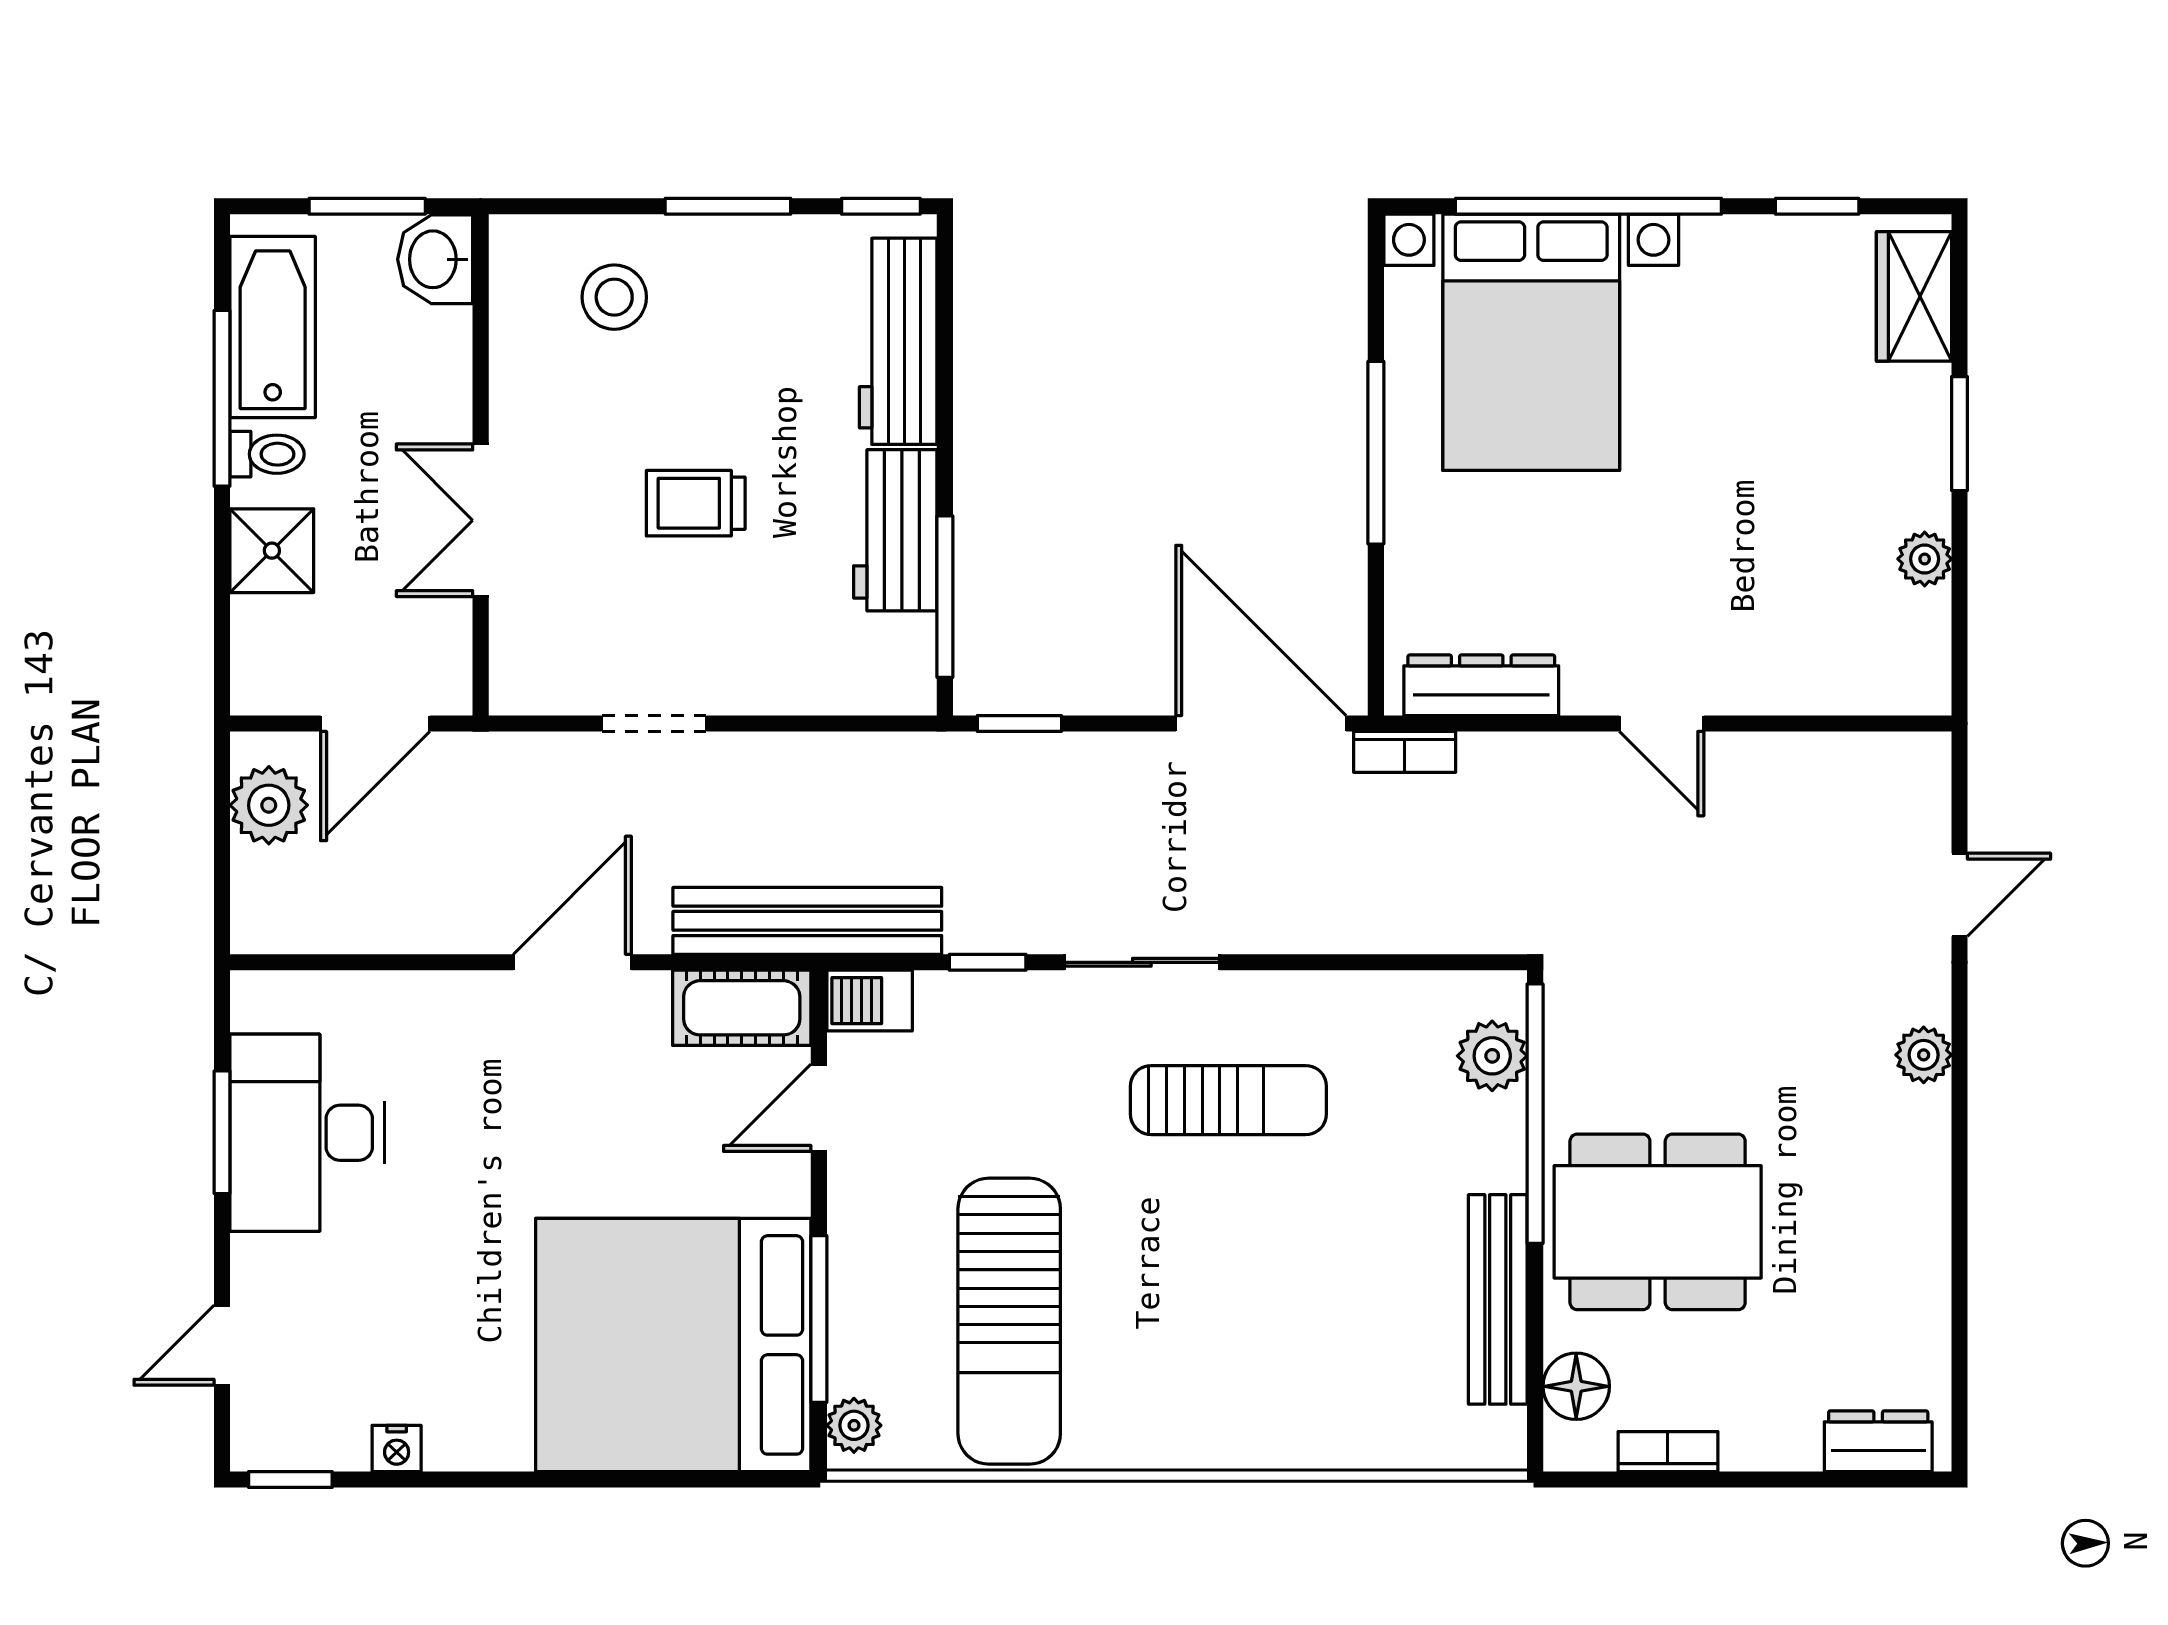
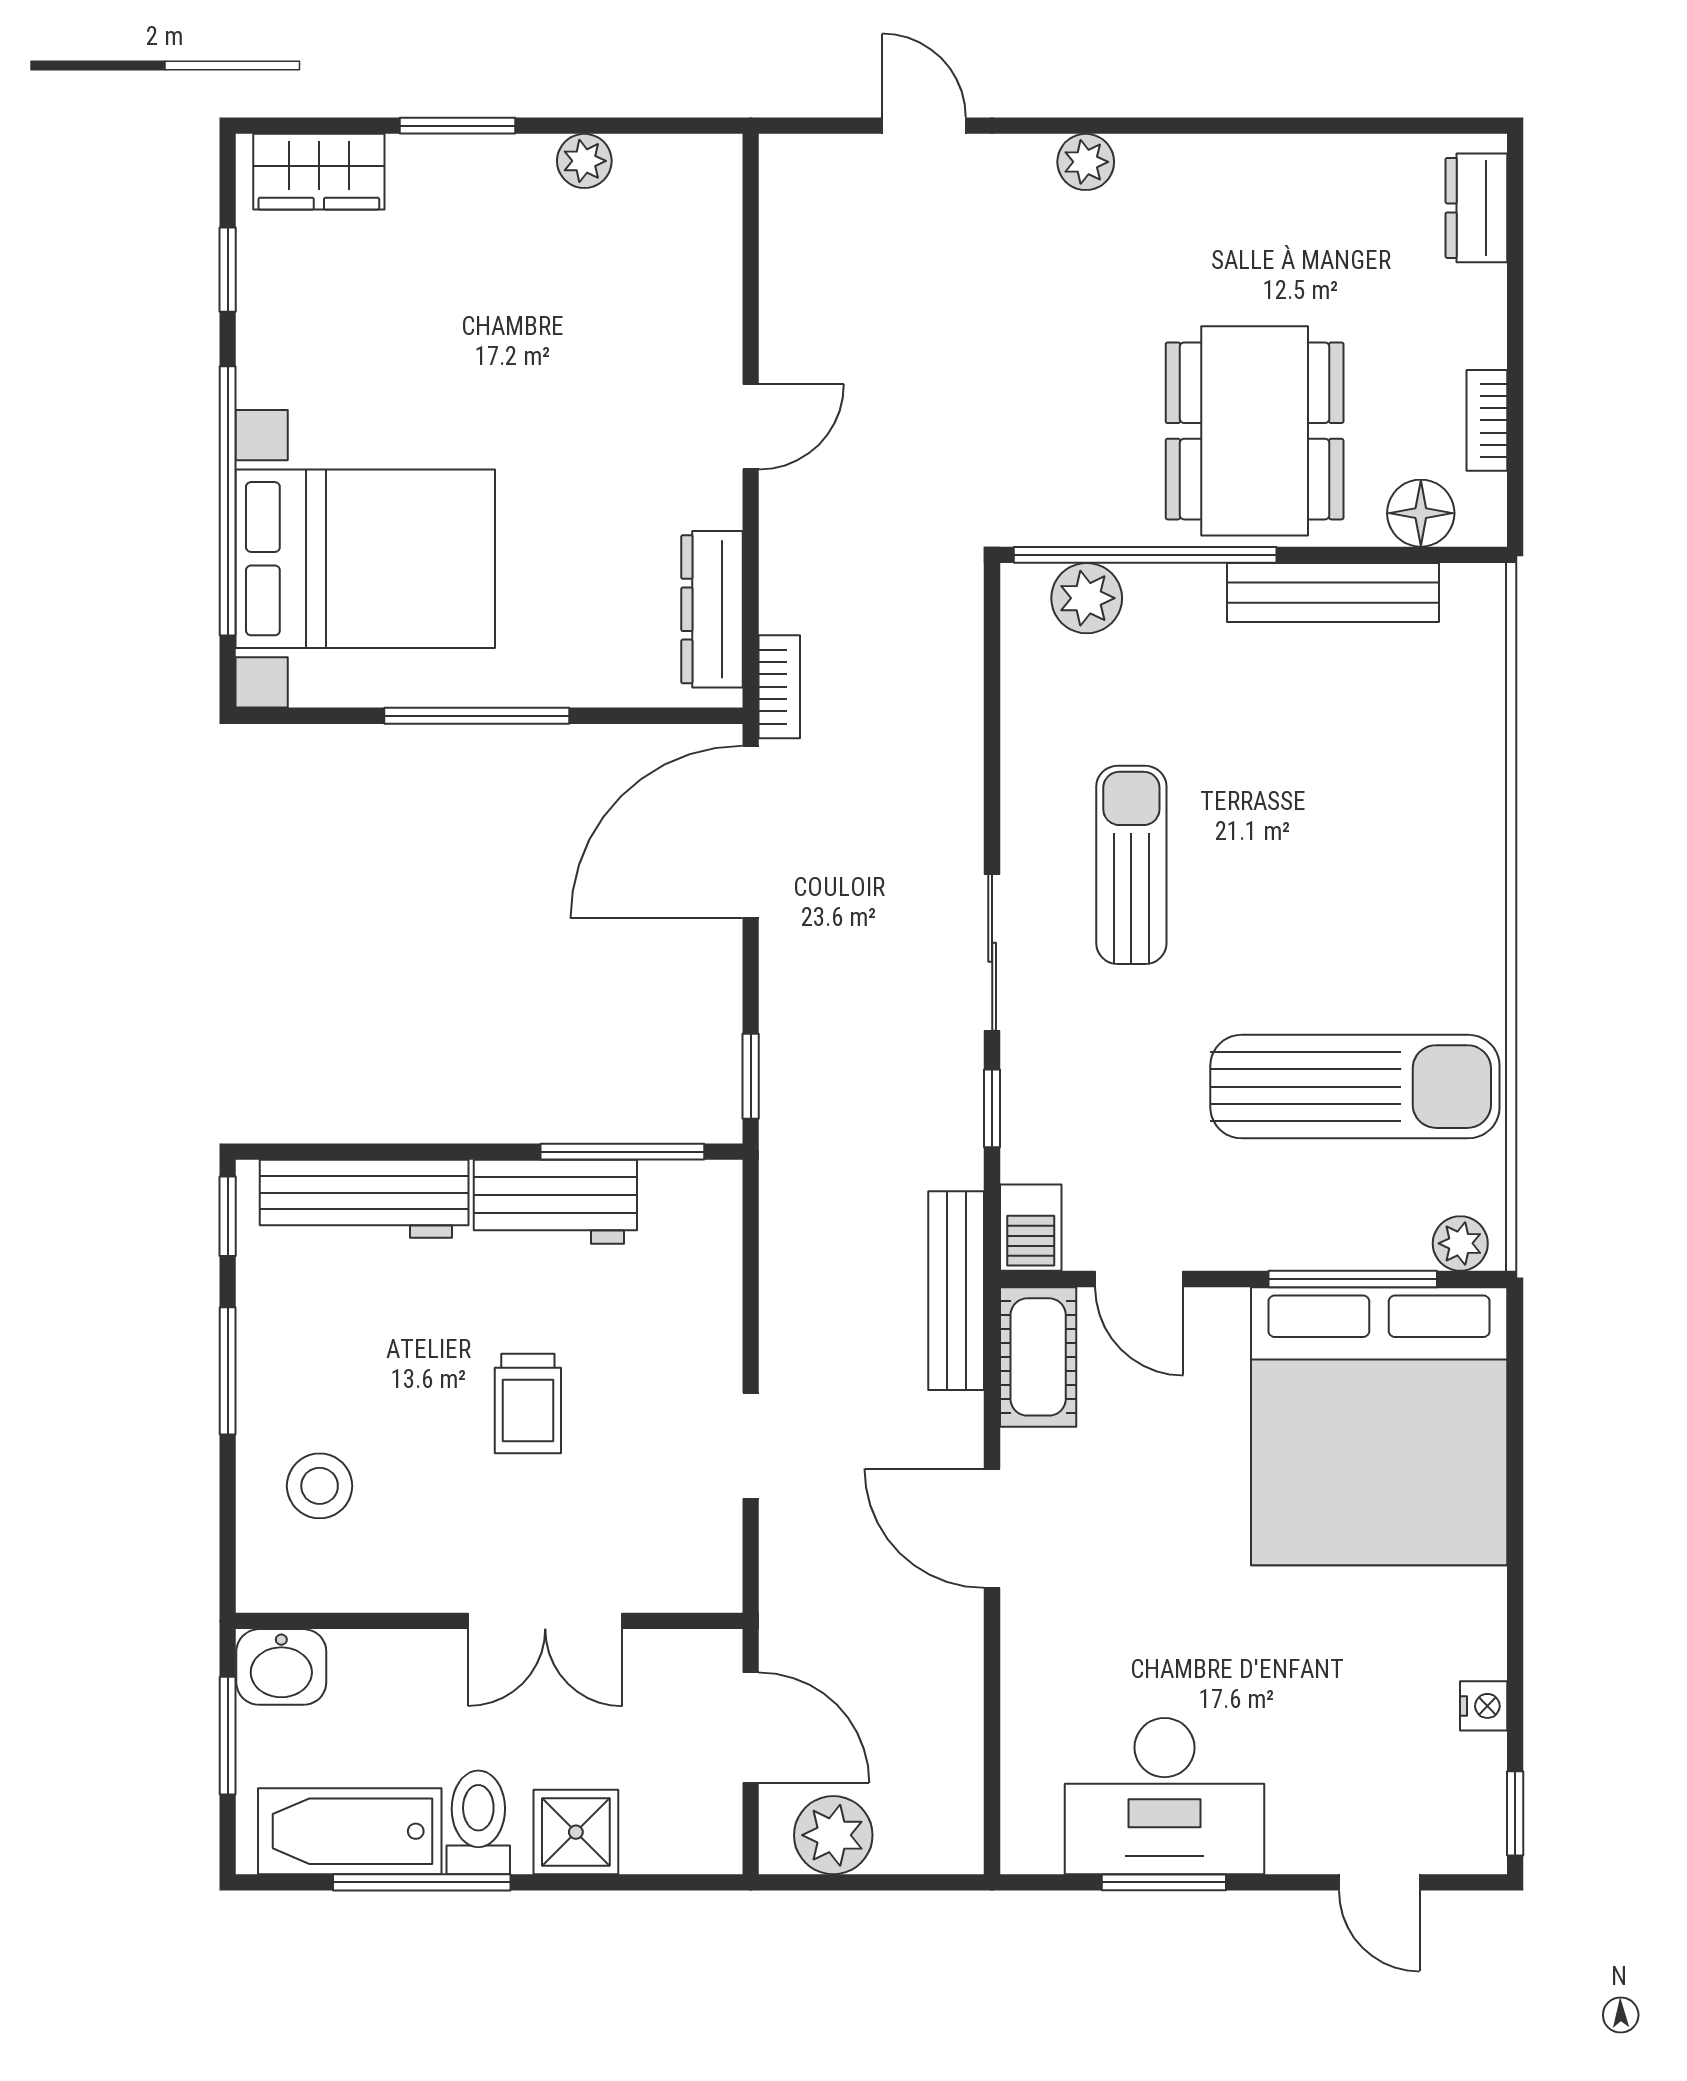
toilet: (267, 454) -> (478, 1822), width x1.37, depth x1.39
bench: (807, 921) -> (956, 1291), width x0.73, depth x0.82

